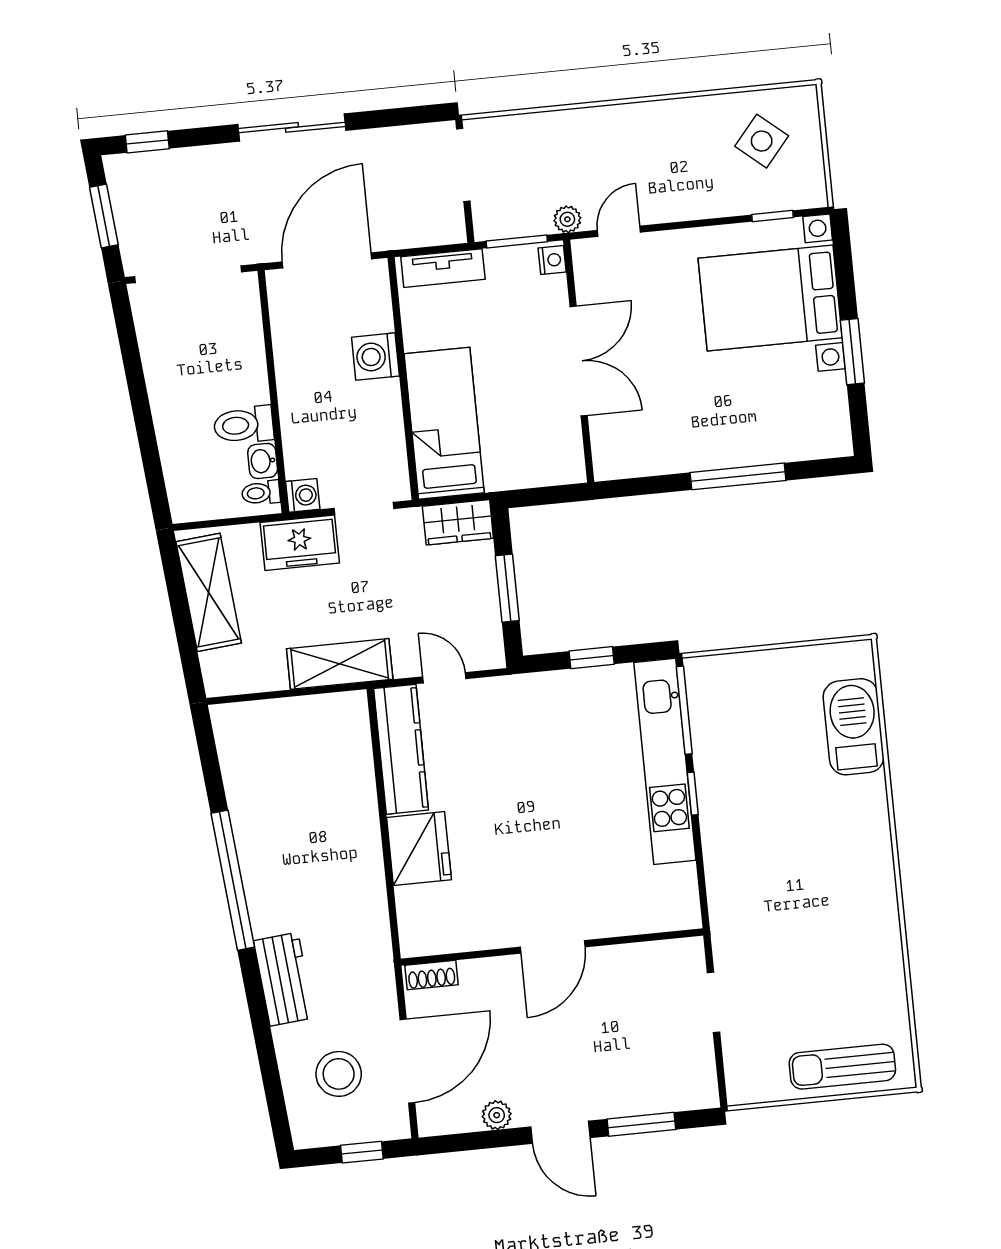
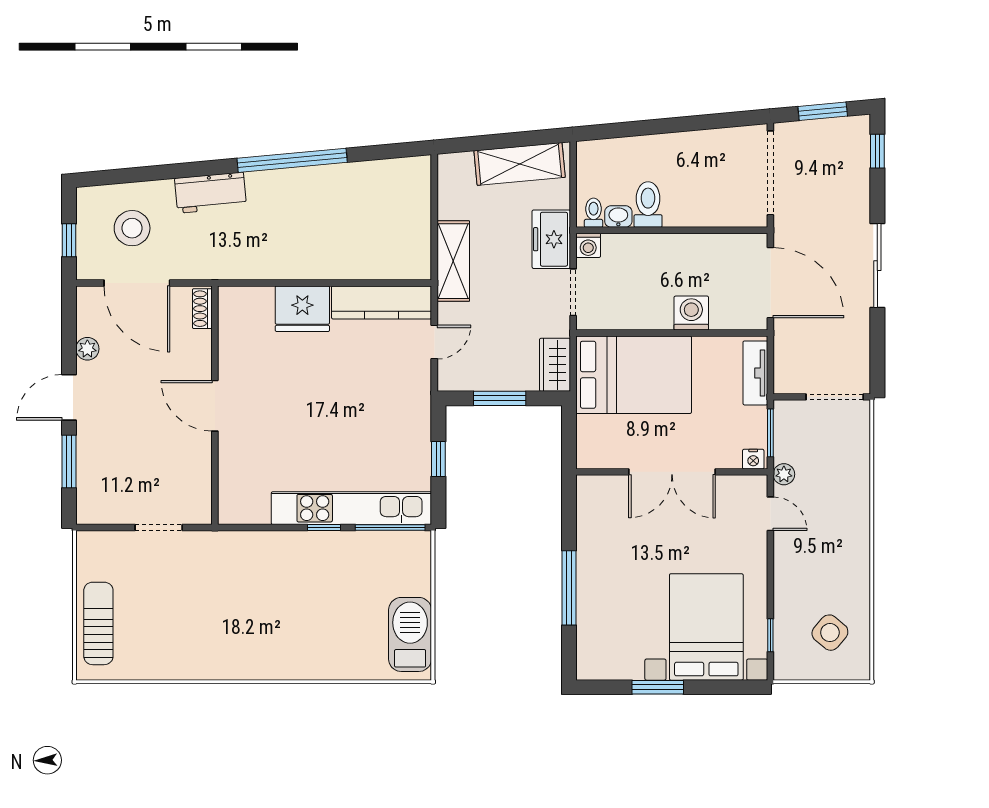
bed: (444, 423) -> (634, 375), width x1.50
barbecue: (854, 727) -> (410, 634), moved, turned -90

